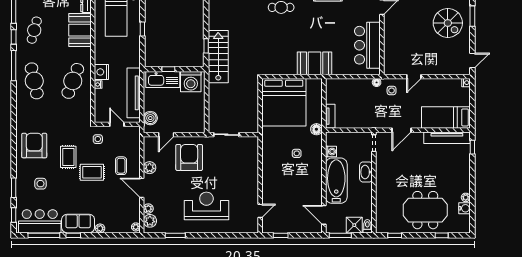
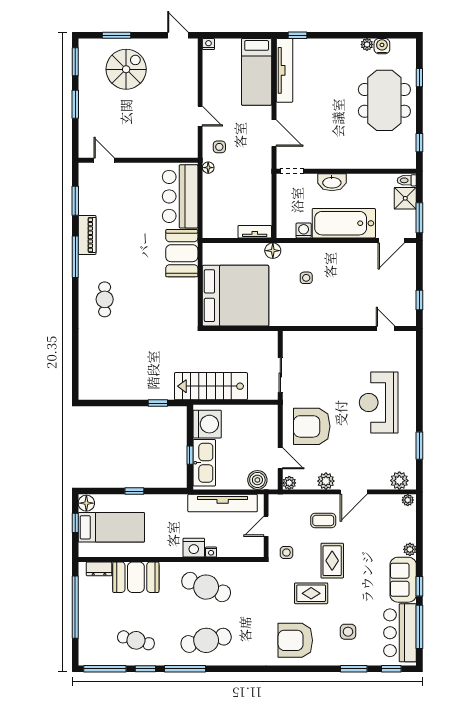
bar counter: (367, 45) -> (180, 196), moved, turned 90
stairs: (218, 57) -> (211, 386), moved
plant: (148, 209) -> (289, 483), moved

